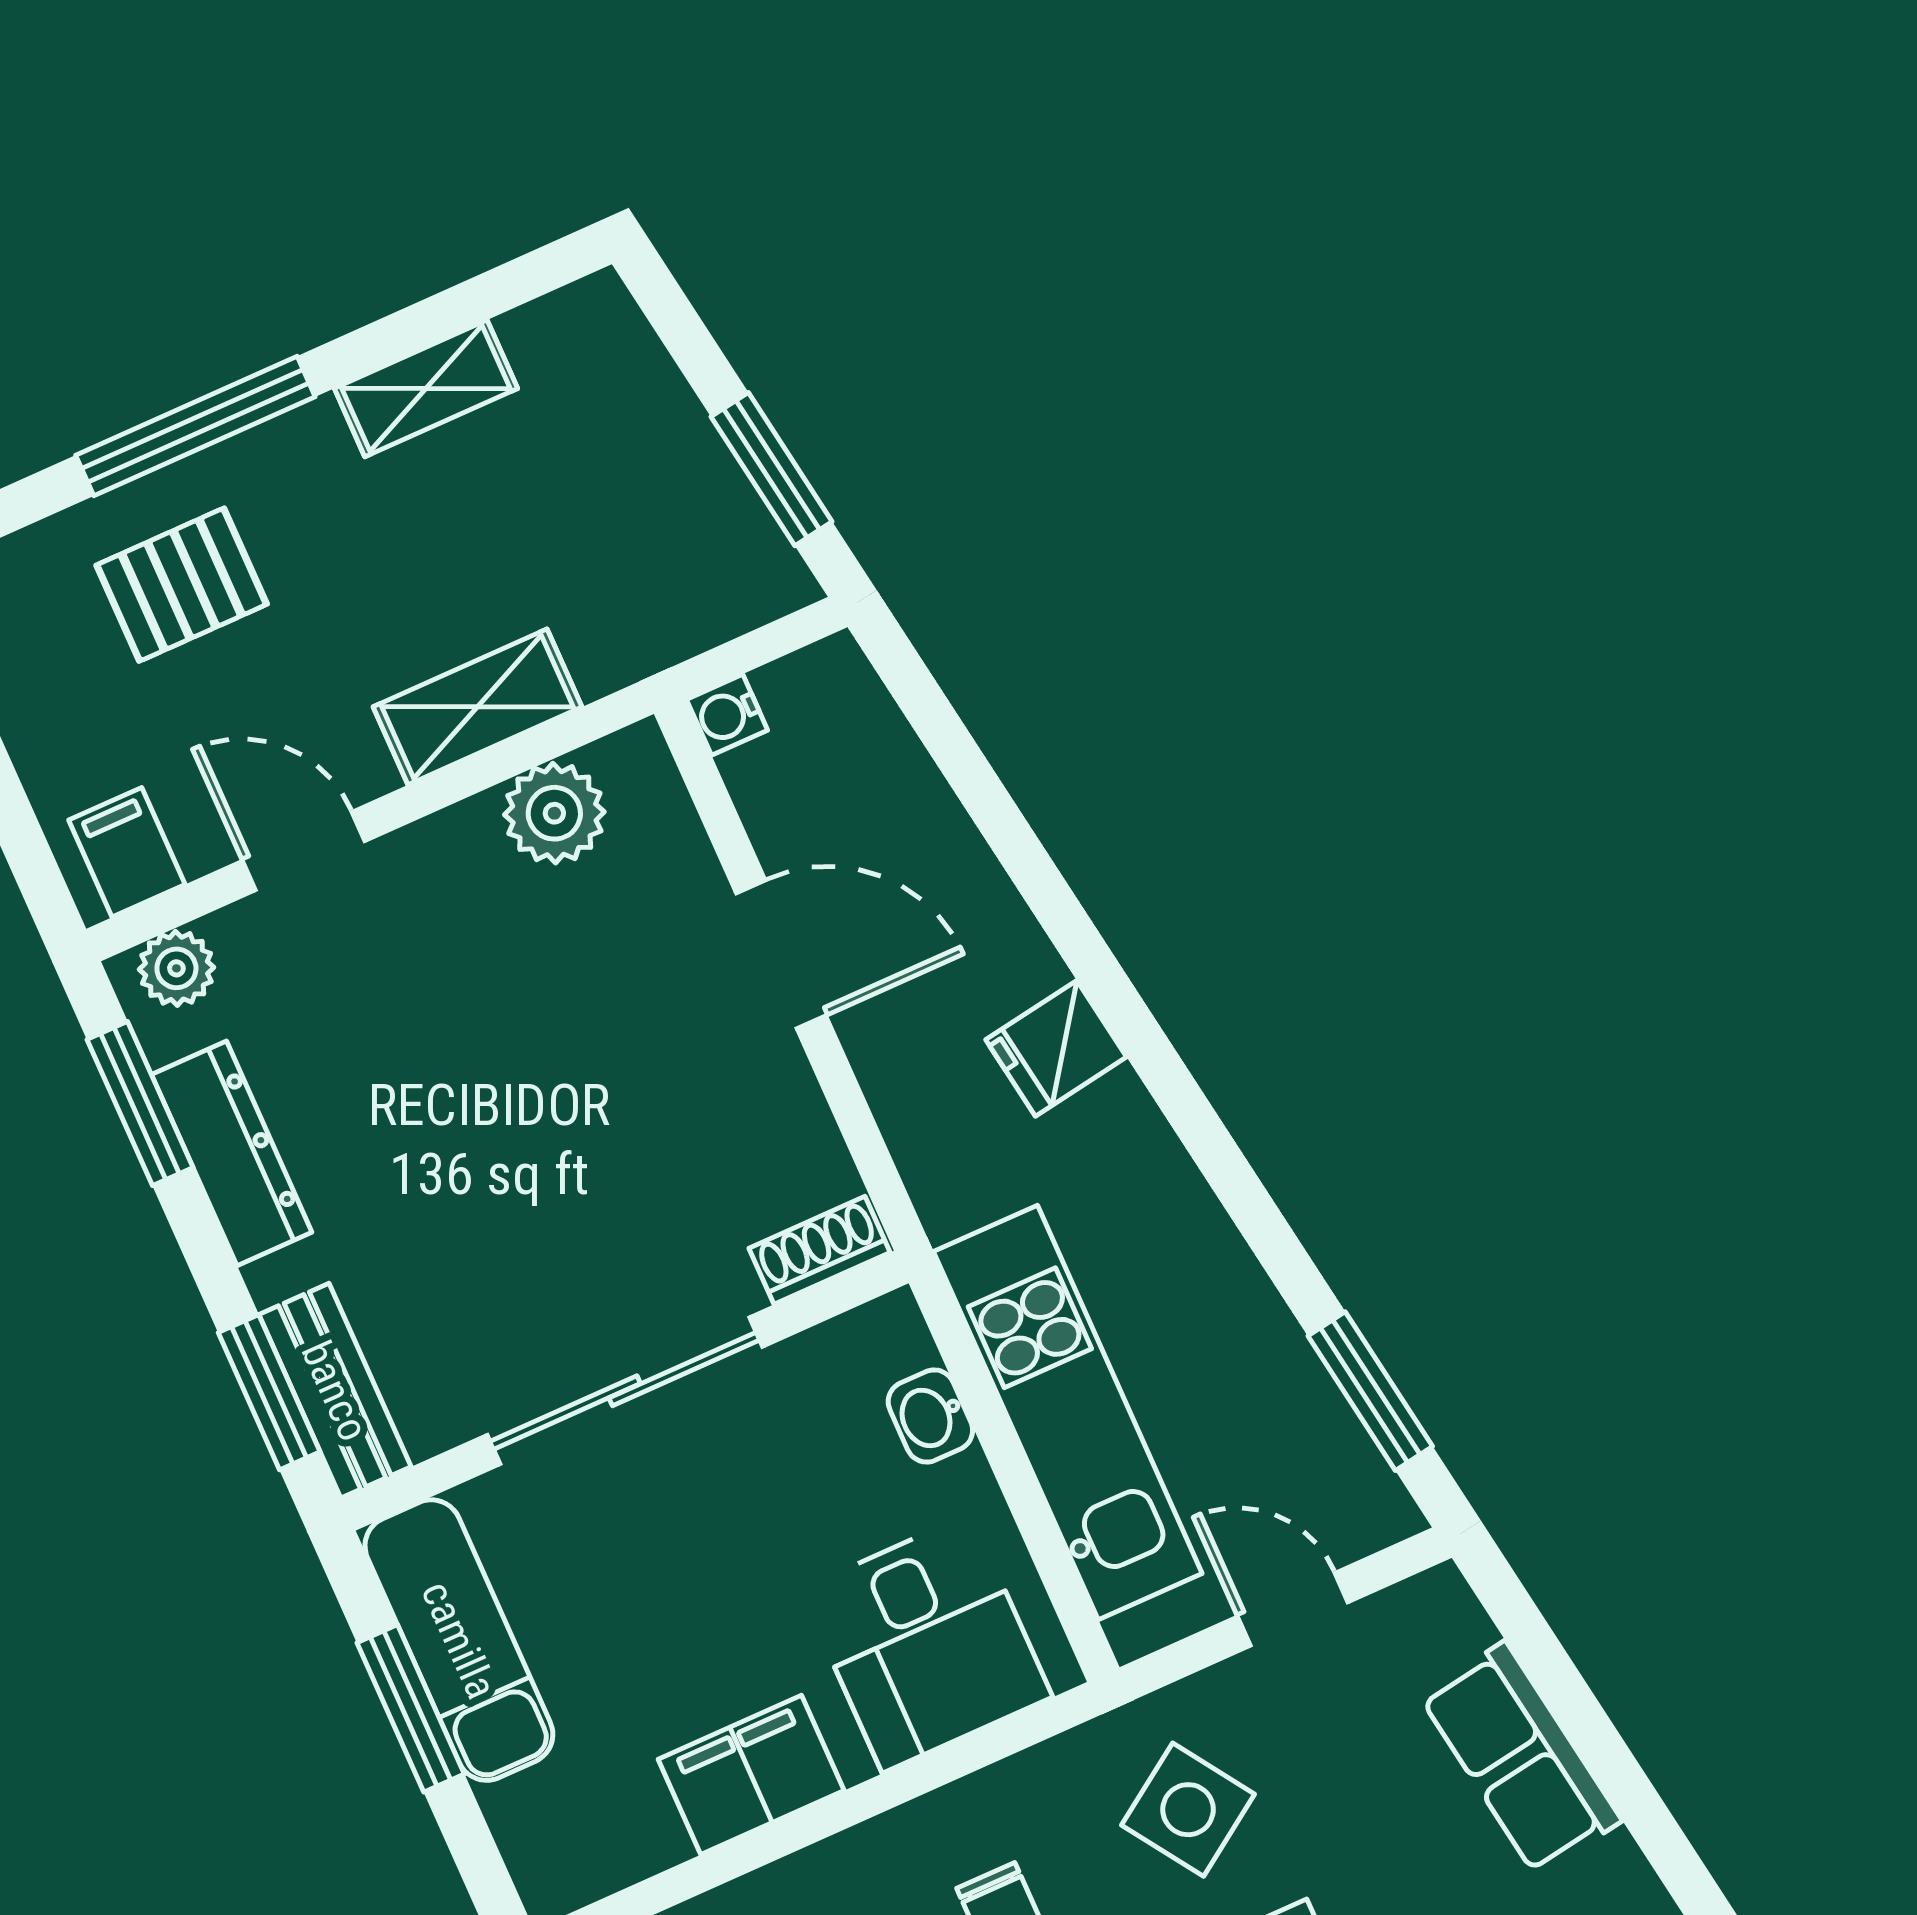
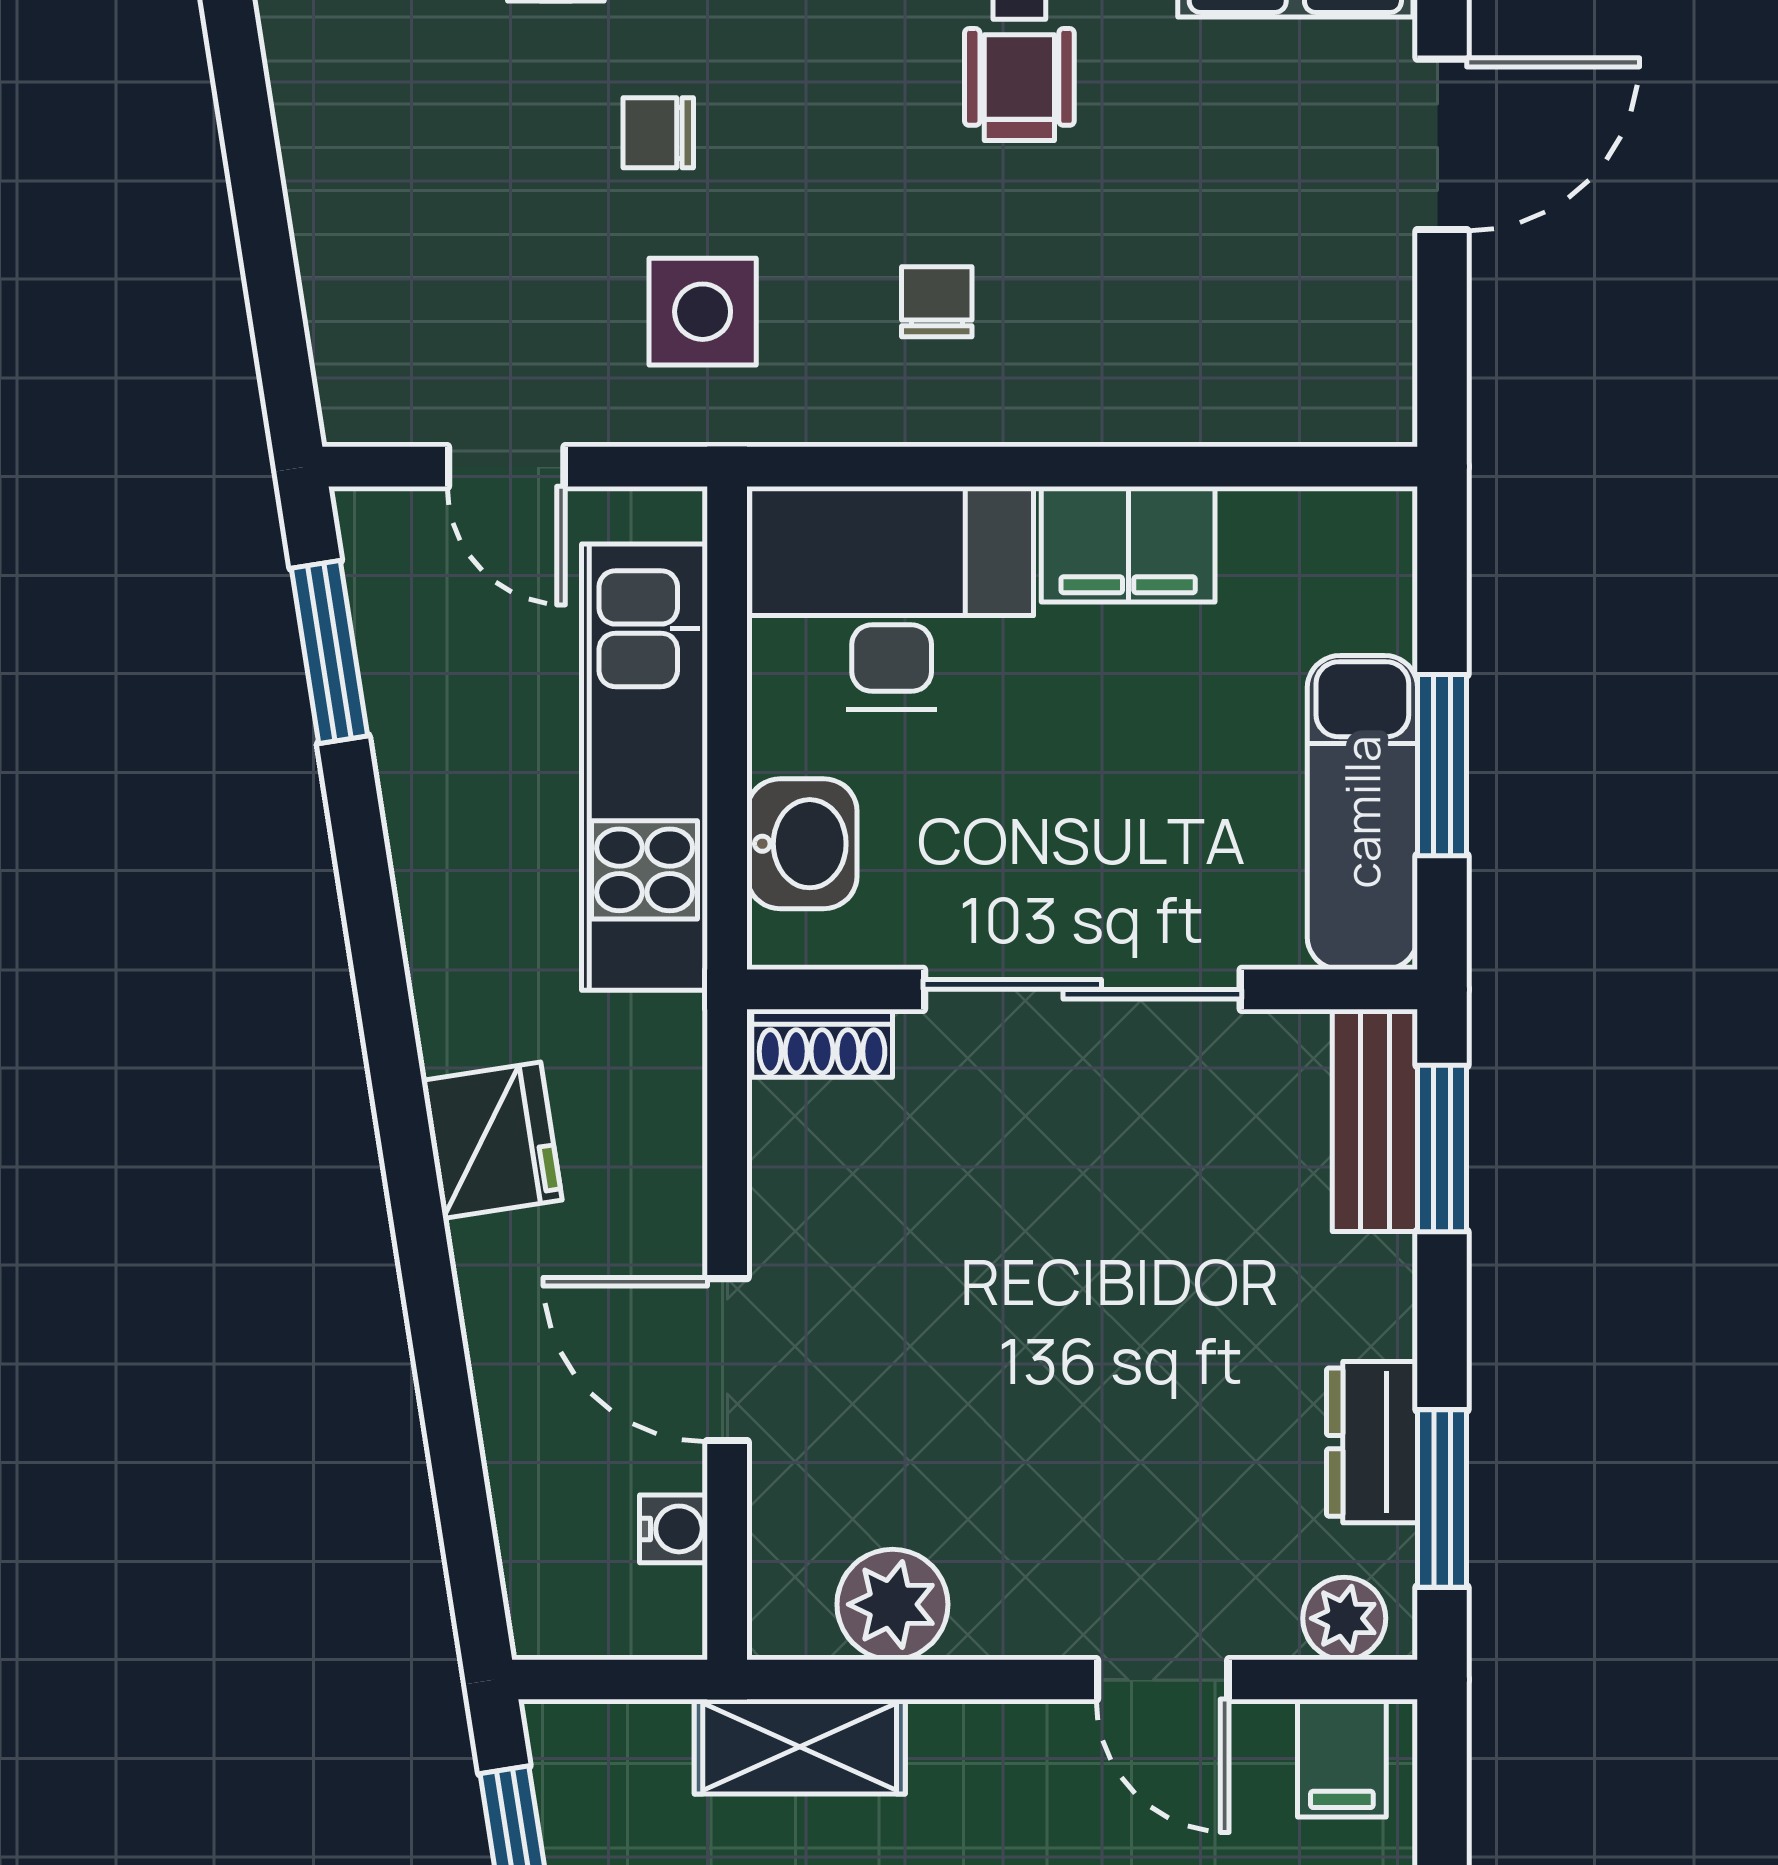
shelving: (477, 707) -> (800, 1747), moved
water cooler: (727, 715) -> (674, 1529), moved
fridge: (1056, 1048) -> (492, 1140), width x1.38
dresser: (232, 1153) -> (1372, 1442), width x0.70
washbasin: (930, 1416) -> (802, 844), width x1.38, depth x1.45
desk: (926, 1643) -> (892, 598), width x1.37
row of seats: (1521, 1758) -> (344, 213), removed
side table: (1188, 1810) -> (703, 312), turned 34

